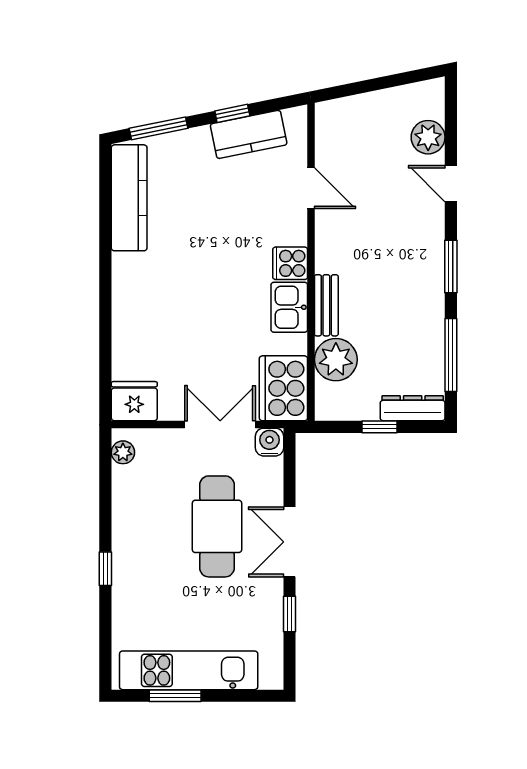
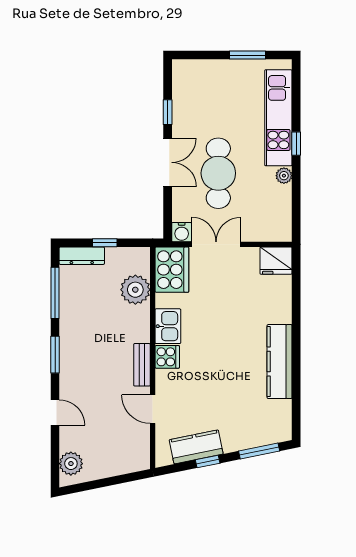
plant: (428, 137) -> (71, 464), moved
kitchen counter: (129, 198) -> (280, 362), moved
bench: (326, 305) -> (142, 365), moved
double door: (220, 424) -> (216, 244), swing flipped
plant: (123, 452) -> (284, 176), moved
kitchen unit: (189, 670) -> (278, 118), moved, turned 90

